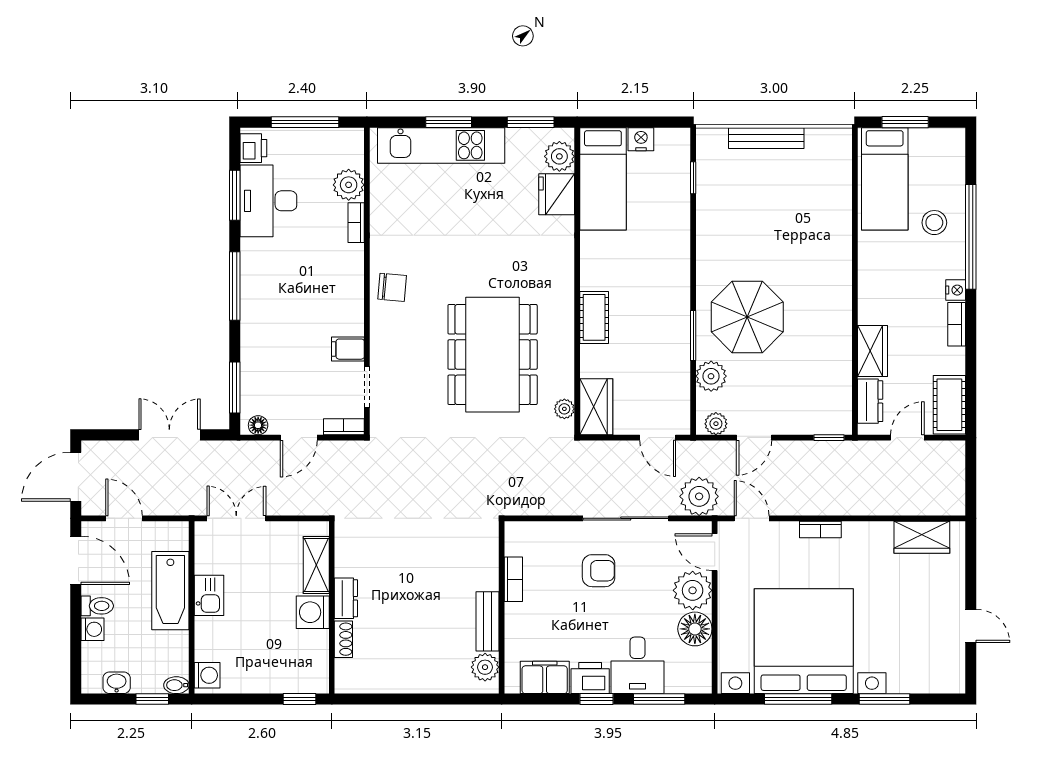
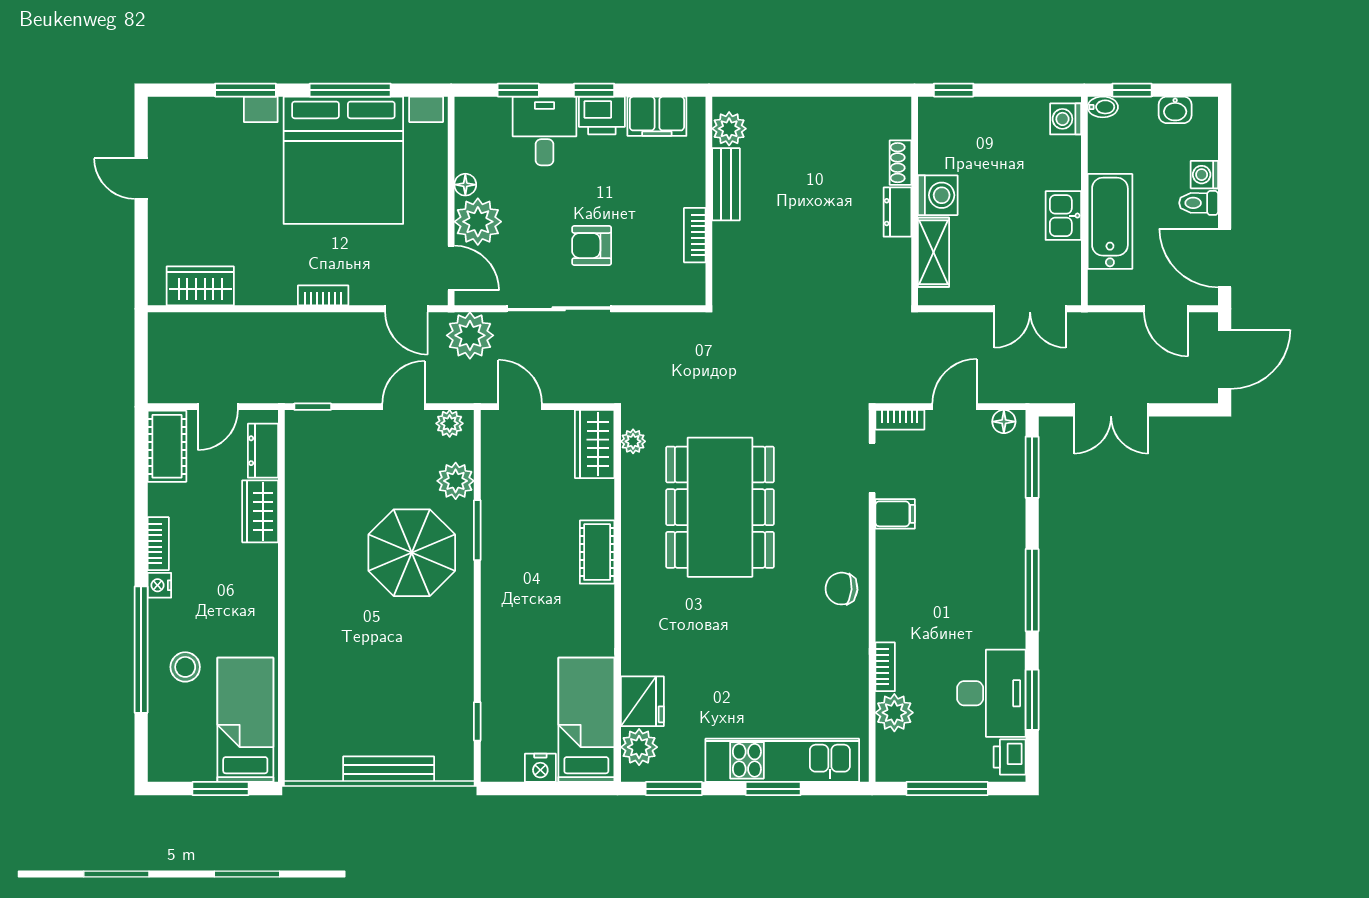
floor lamp: (695, 629) -> (465, 185), width x0.53, depth x0.53
window: (659, 699) -> (518, 90), width x0.67

